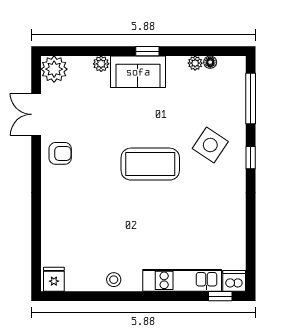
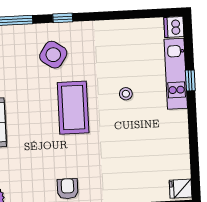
stool: (114, 280) -> (126, 94), moved
window: (220, 296) -> (190, 80), moved

